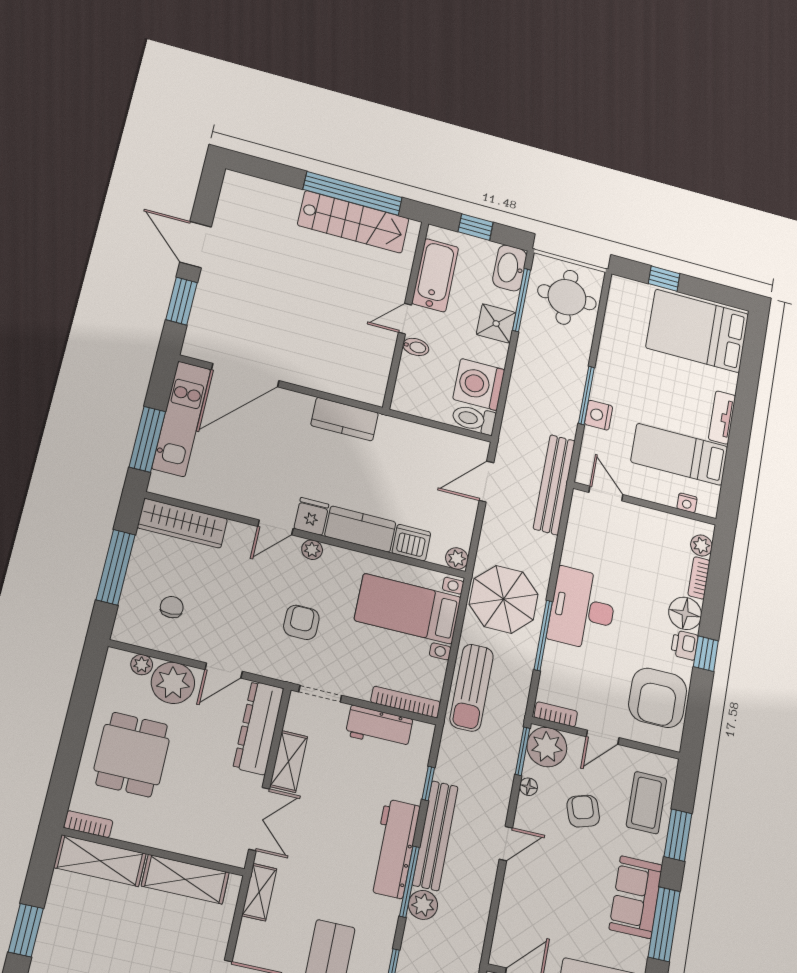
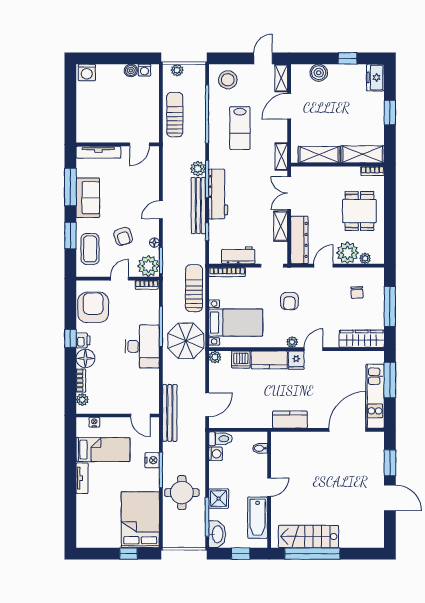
round table: (567, 297) -> (182, 493), moved
bed: (697, 331) -> (140, 520), moved, turned -90
bidet: (416, 347) -> (260, 448), moved
washing machine: (479, 384) -> (216, 454), width x0.53, depth x0.53

